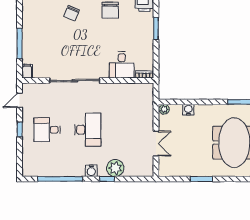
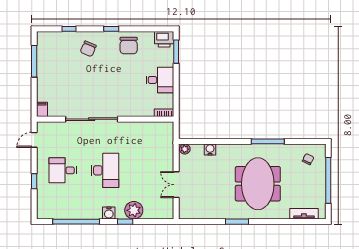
window: (156, 29) -> (176, 52), moved
window: (20, 43) -> (34, 61), moved
desk: (122, 65) -> (160, 80), moved, turned -90
window: (20, 129) -> (34, 181), moved
double door: (156, 143) -> (176, 185), swing flipped
window: (201, 179) -> (237, 222), moved

